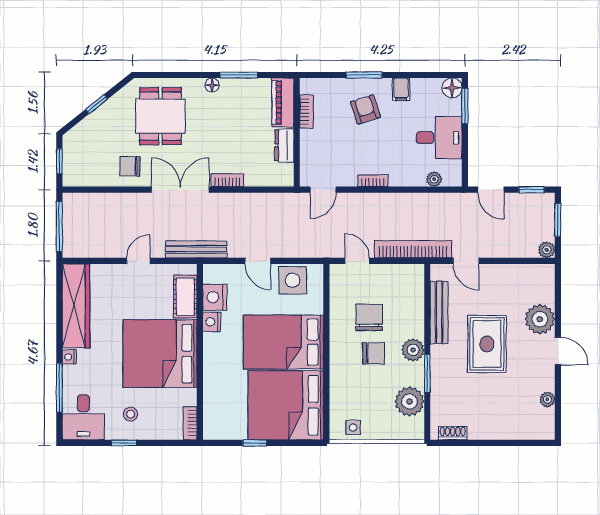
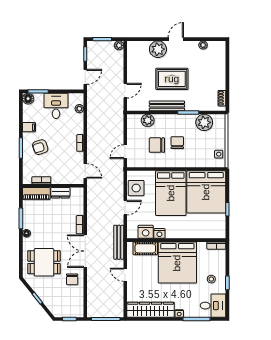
bookcase: (413, 249) -> (119, 120), removed
bench: (439, 312) -> (167, 106), moved
plant: (413, 350) -> (148, 120), moved

